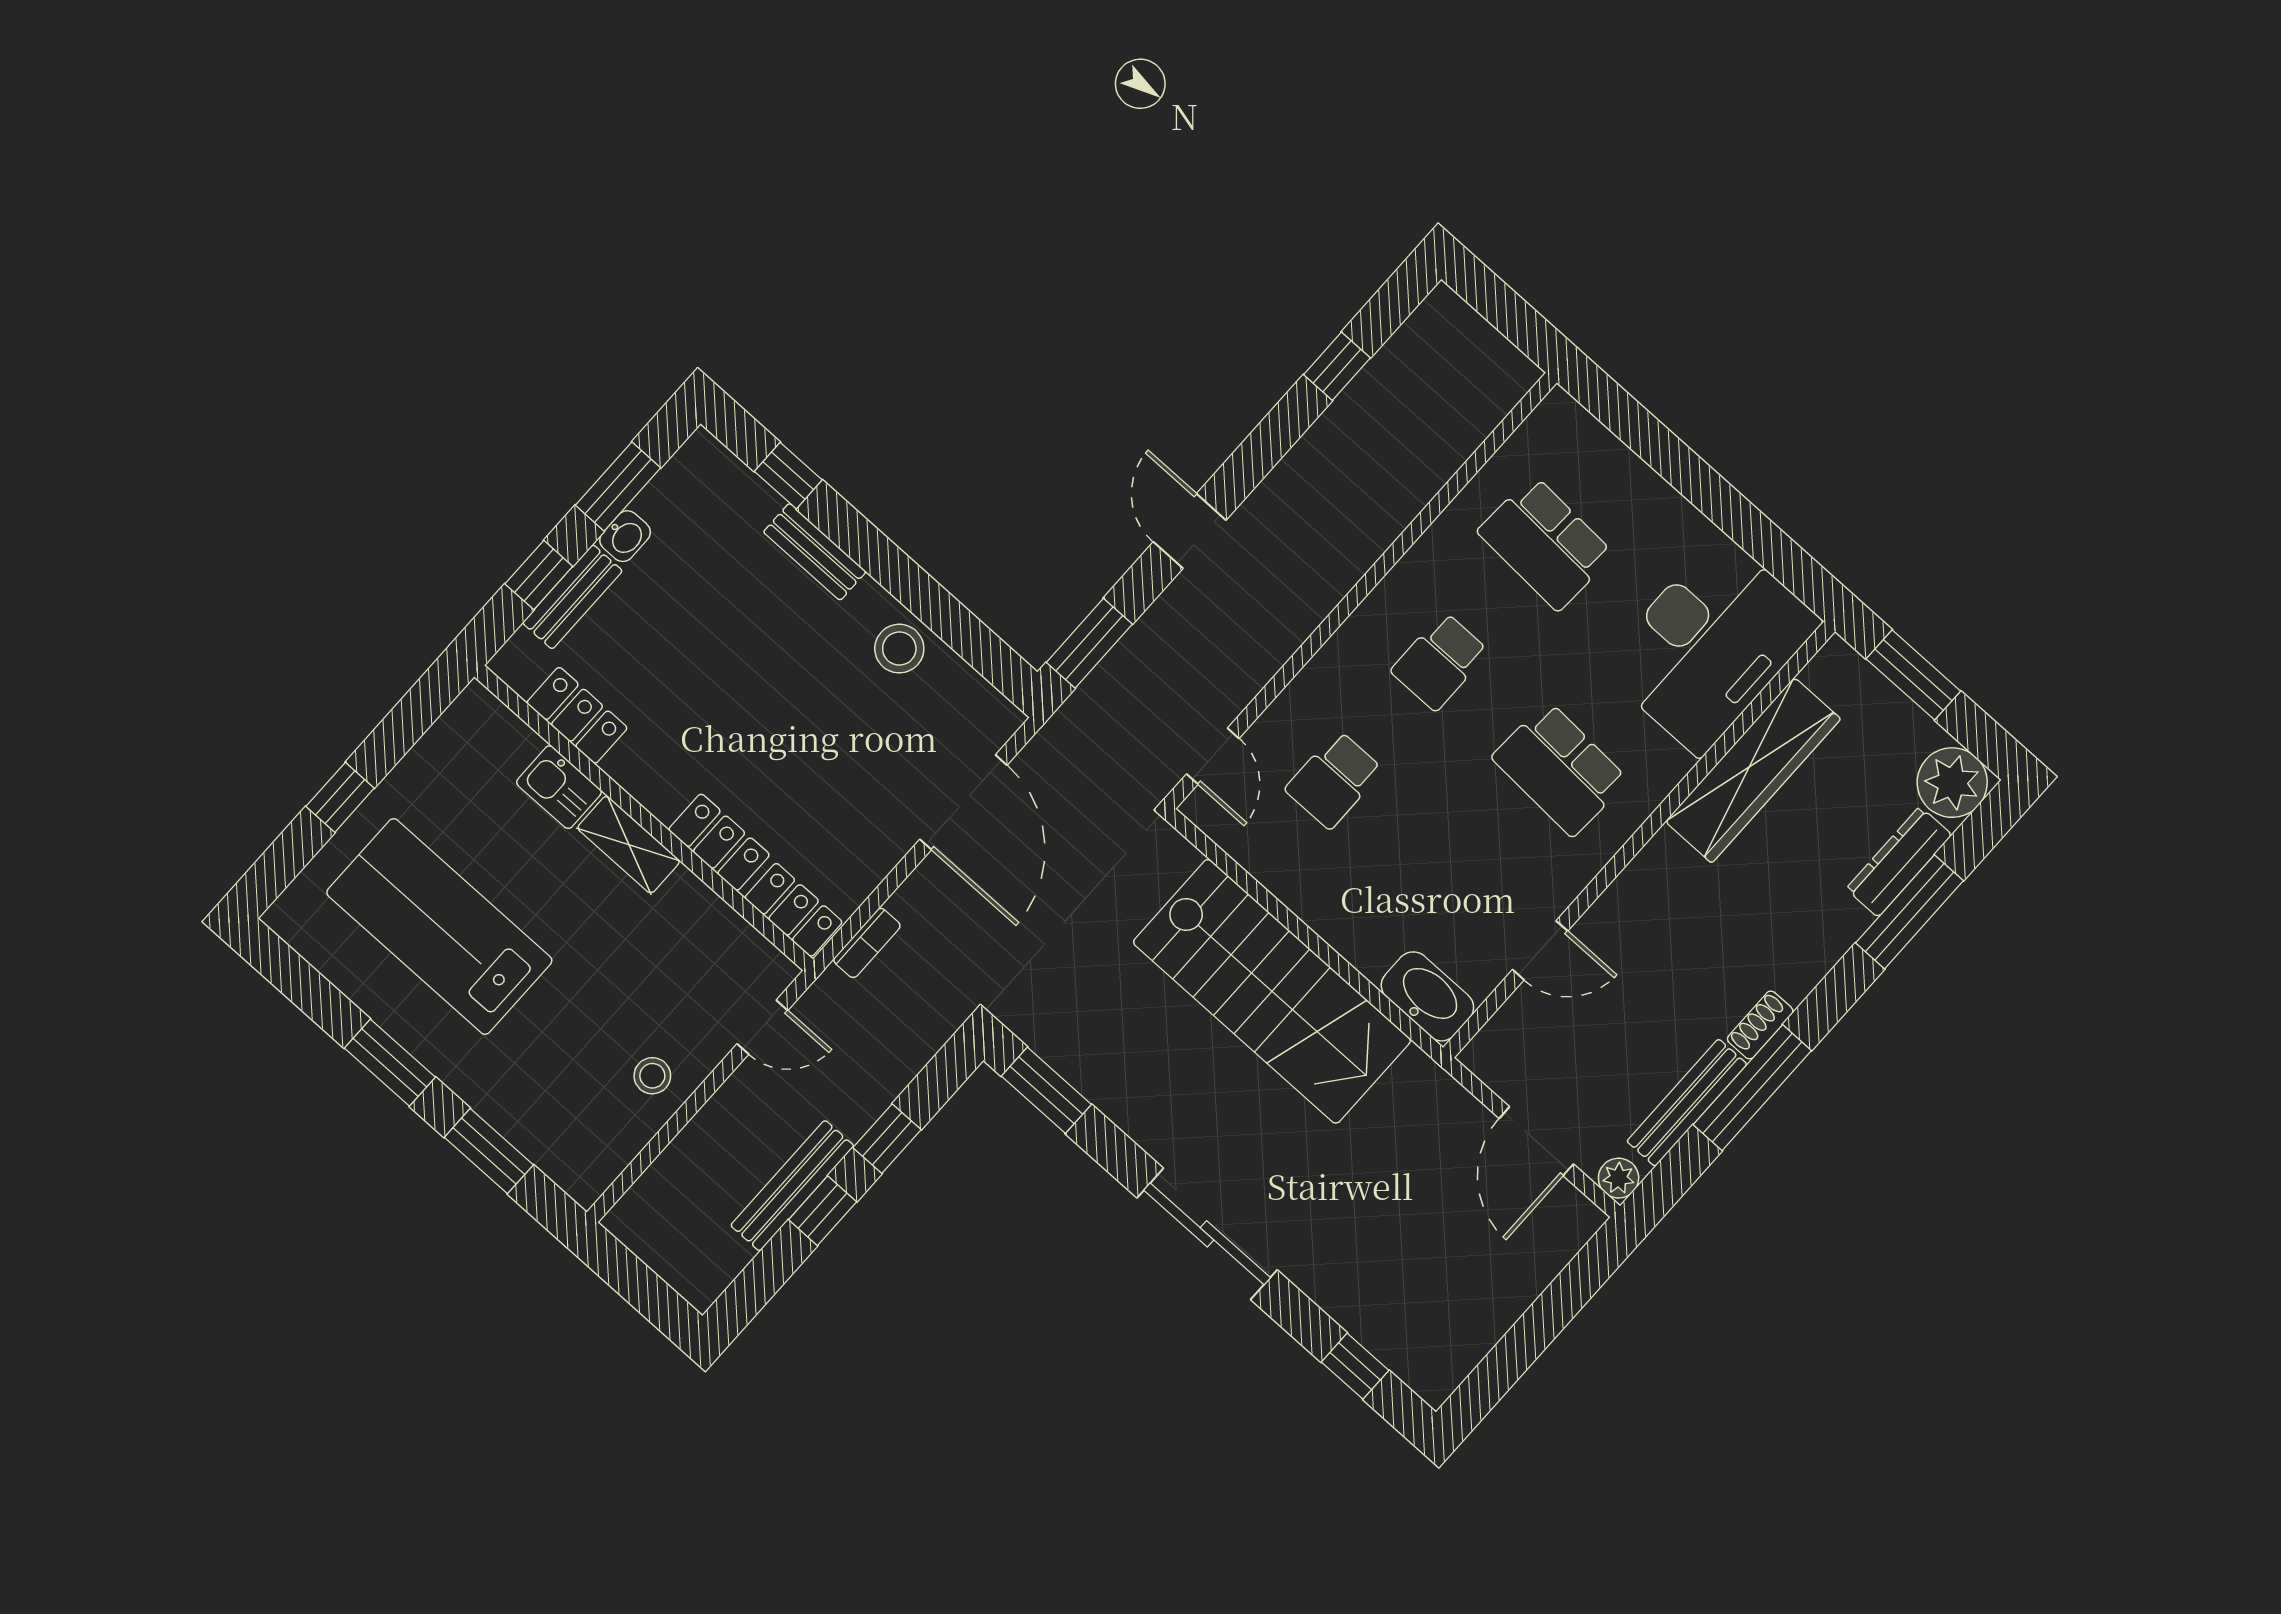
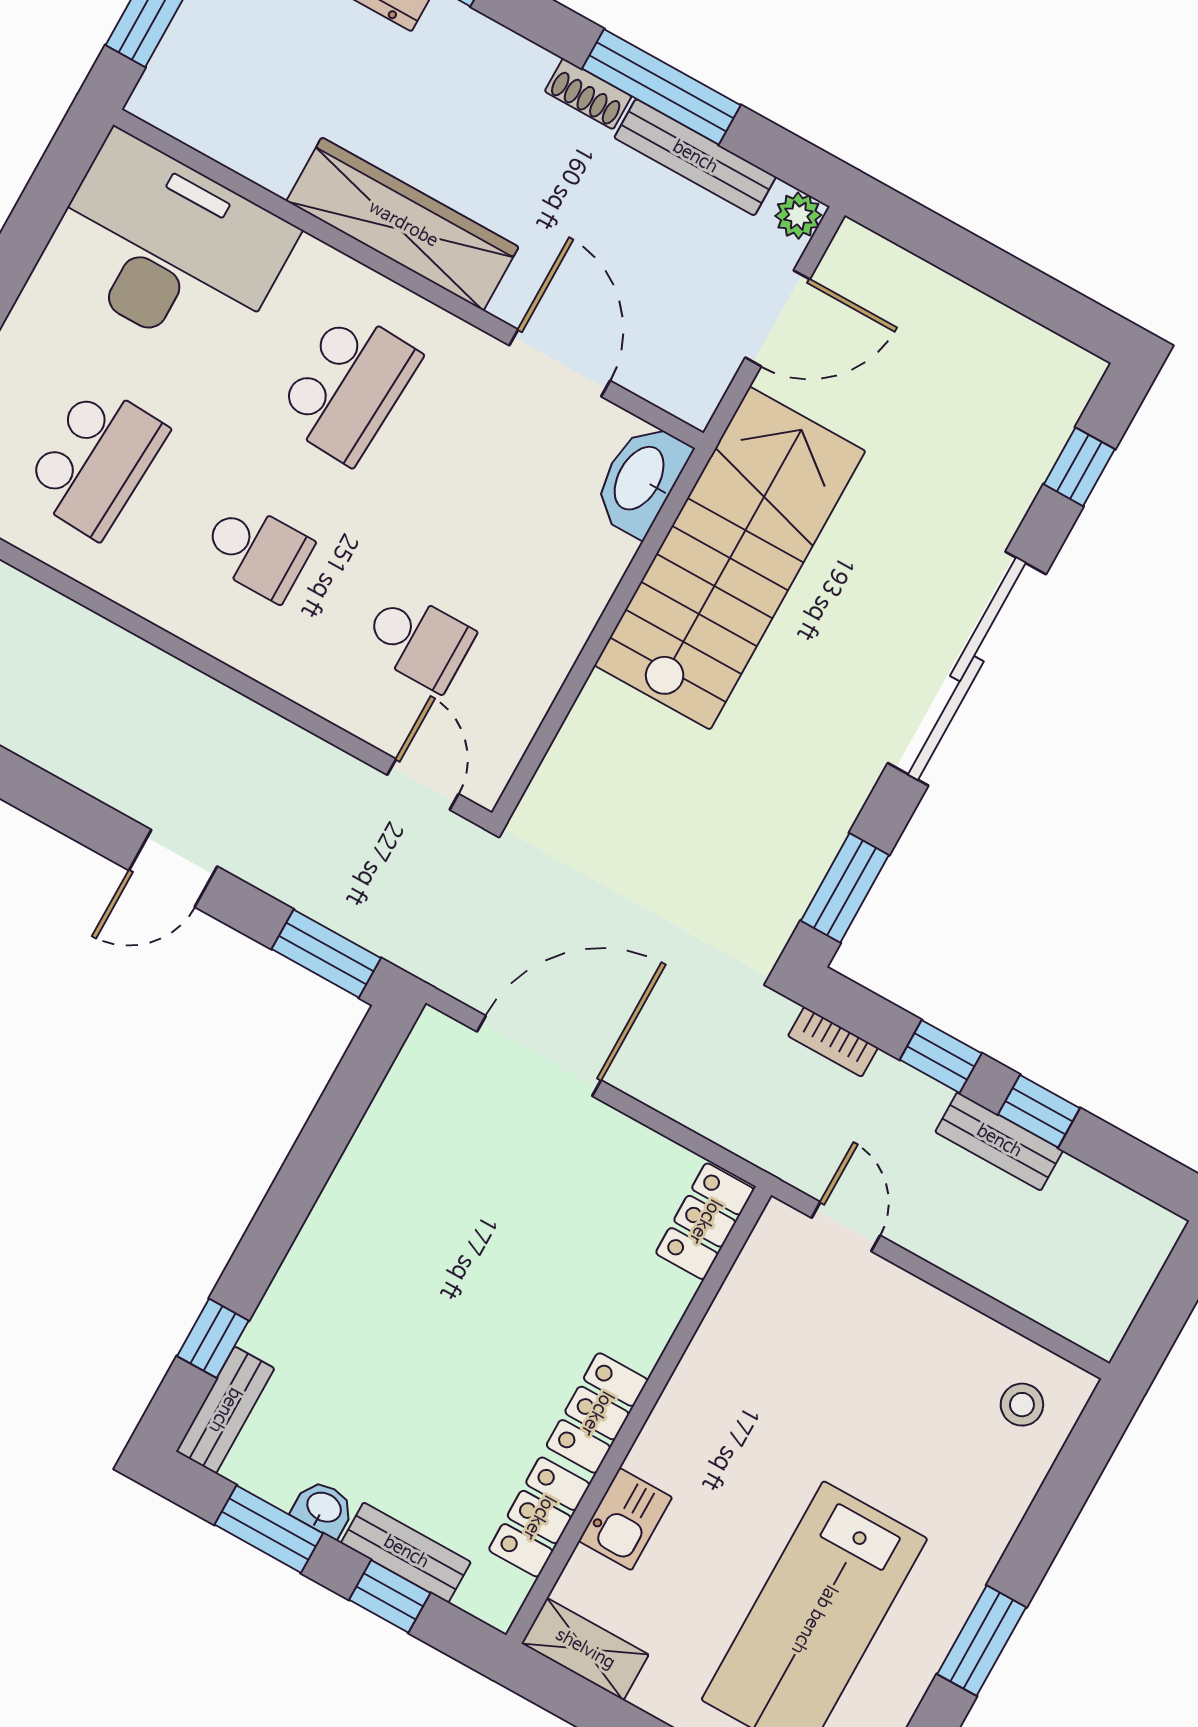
bench: (815, 552) -> (225, 1410), moved
stool: (899, 649) -> (381, 1168), removed
door: (1213, 756) -> (423, 784), hinge flipped
wardrobe: (1753, 770) -> (403, 224), moved
locker: (719, 842) -> (597, 1413), moved
shelving: (629, 845) -> (585, 1649), moved, turned 90
bookcase: (867, 943) -> (833, 1042), moved, turned 180
door: (1540, 950) -> (560, 363), width x1.38
stairs: (1272, 991) -> (730, 558), moved
stool: (652, 1076) -> (1022, 1405), moved
window: (489, 1151) -> (1057, 1506), removed
bench: (792, 1186) -> (999, 1141), width x0.73
sliding door: (1207, 1234) -> (967, 669), width x1.36

